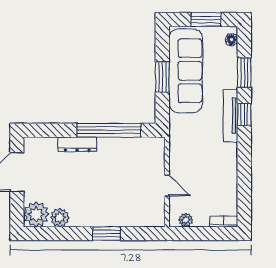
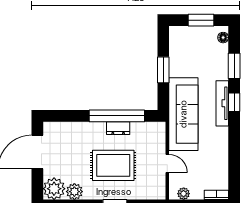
sofa: (186, 71) -> (183, 114), moved
dresser: (77, 144) -> (118, 128), moved, width x0.70
rug: (105, 187) -> (113, 165), added

